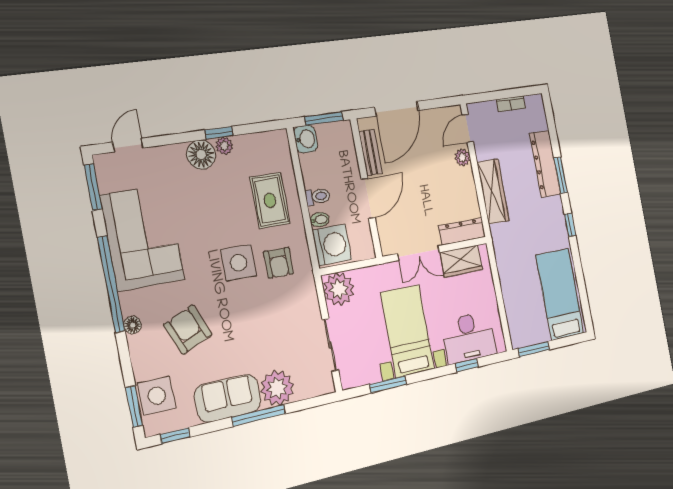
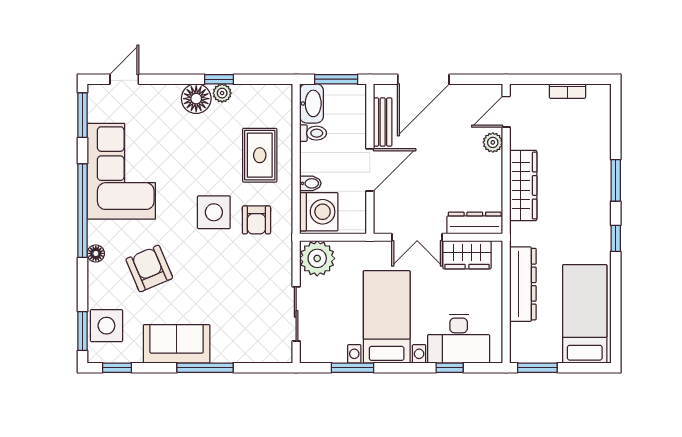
washbasin: (306, 139) -> (312, 103), width x1.38
dresser: (545, 164) -> (523, 284), moved, turned 180
toilet: (318, 197) -> (313, 133), moved
plant: (277, 388) -> (230, 345), removed

